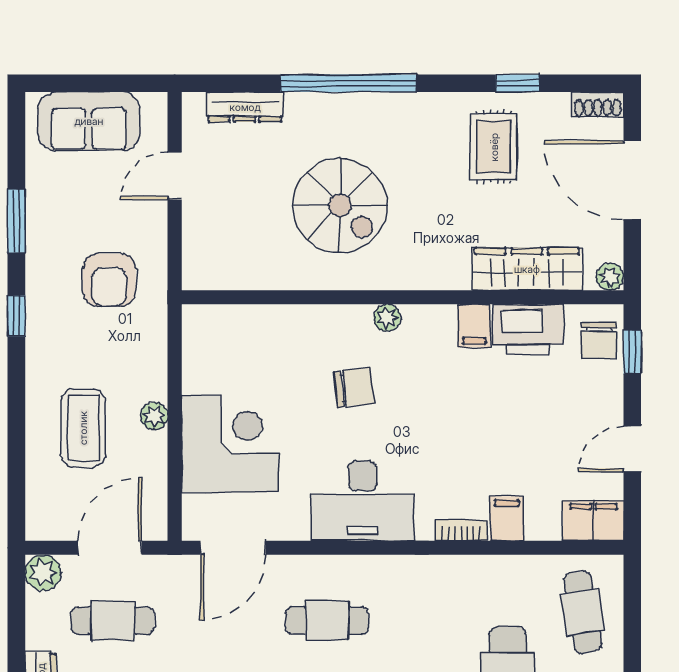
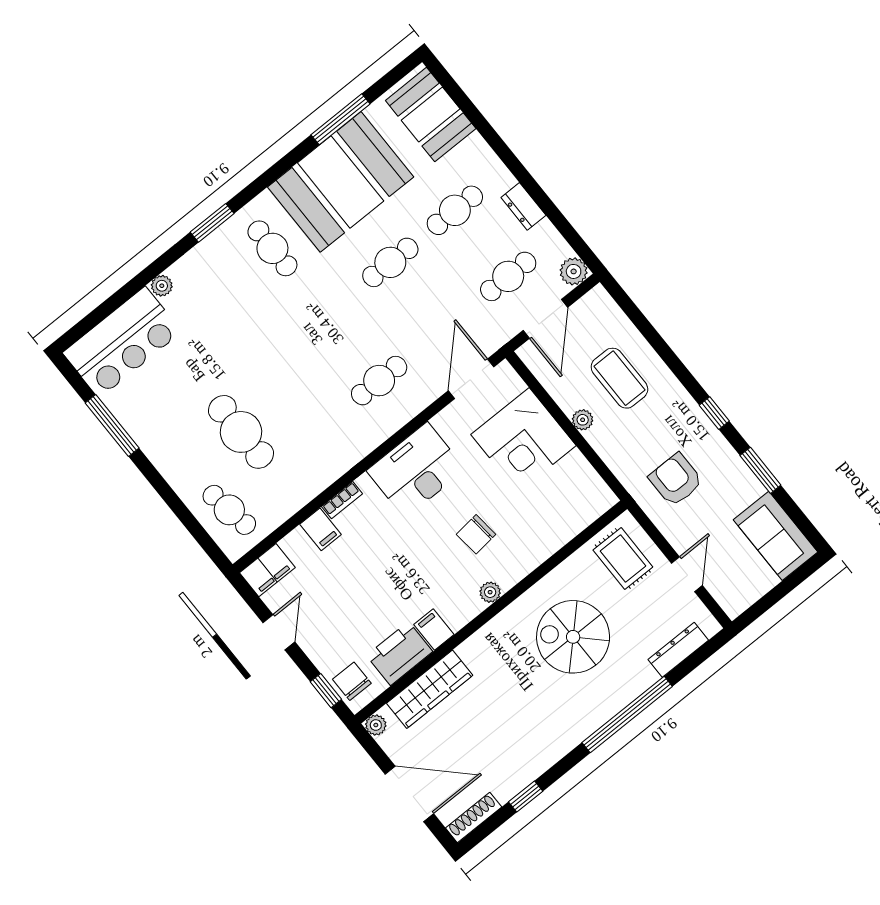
shoe rack: (598, 104) -> (474, 817), width x1.43
sofa: (89, 121) -> (776, 536), moved, turned -90
rug: (494, 147) -> (623, 558), moved

